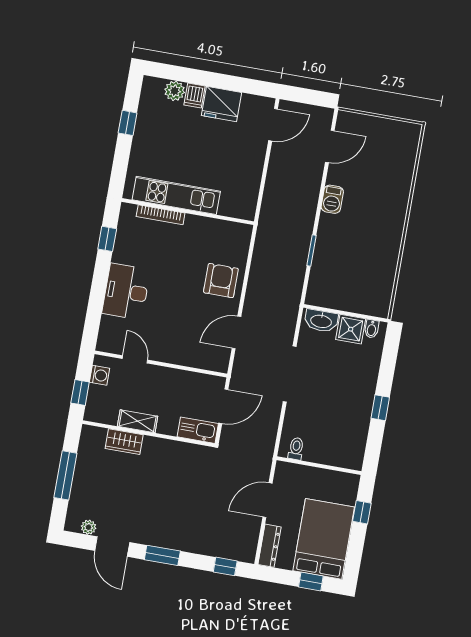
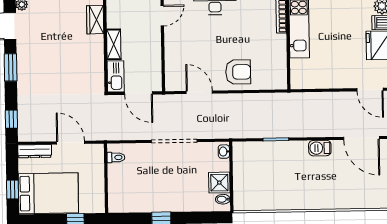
door: (330, 146) -> (361, 138), width x1.36
washbasin: (321, 321) -> (224, 152), width x0.52, depth x0.69
shelving: (138, 421) -> (114, 44), moved

